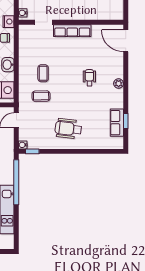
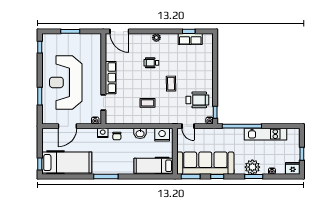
door: (126, 41) -> (119, 31), hinge flipped
coffee table: (41, 96) -> (171, 84), moved
wheelchair: (68, 129) -> (197, 100), moved, turned -97

